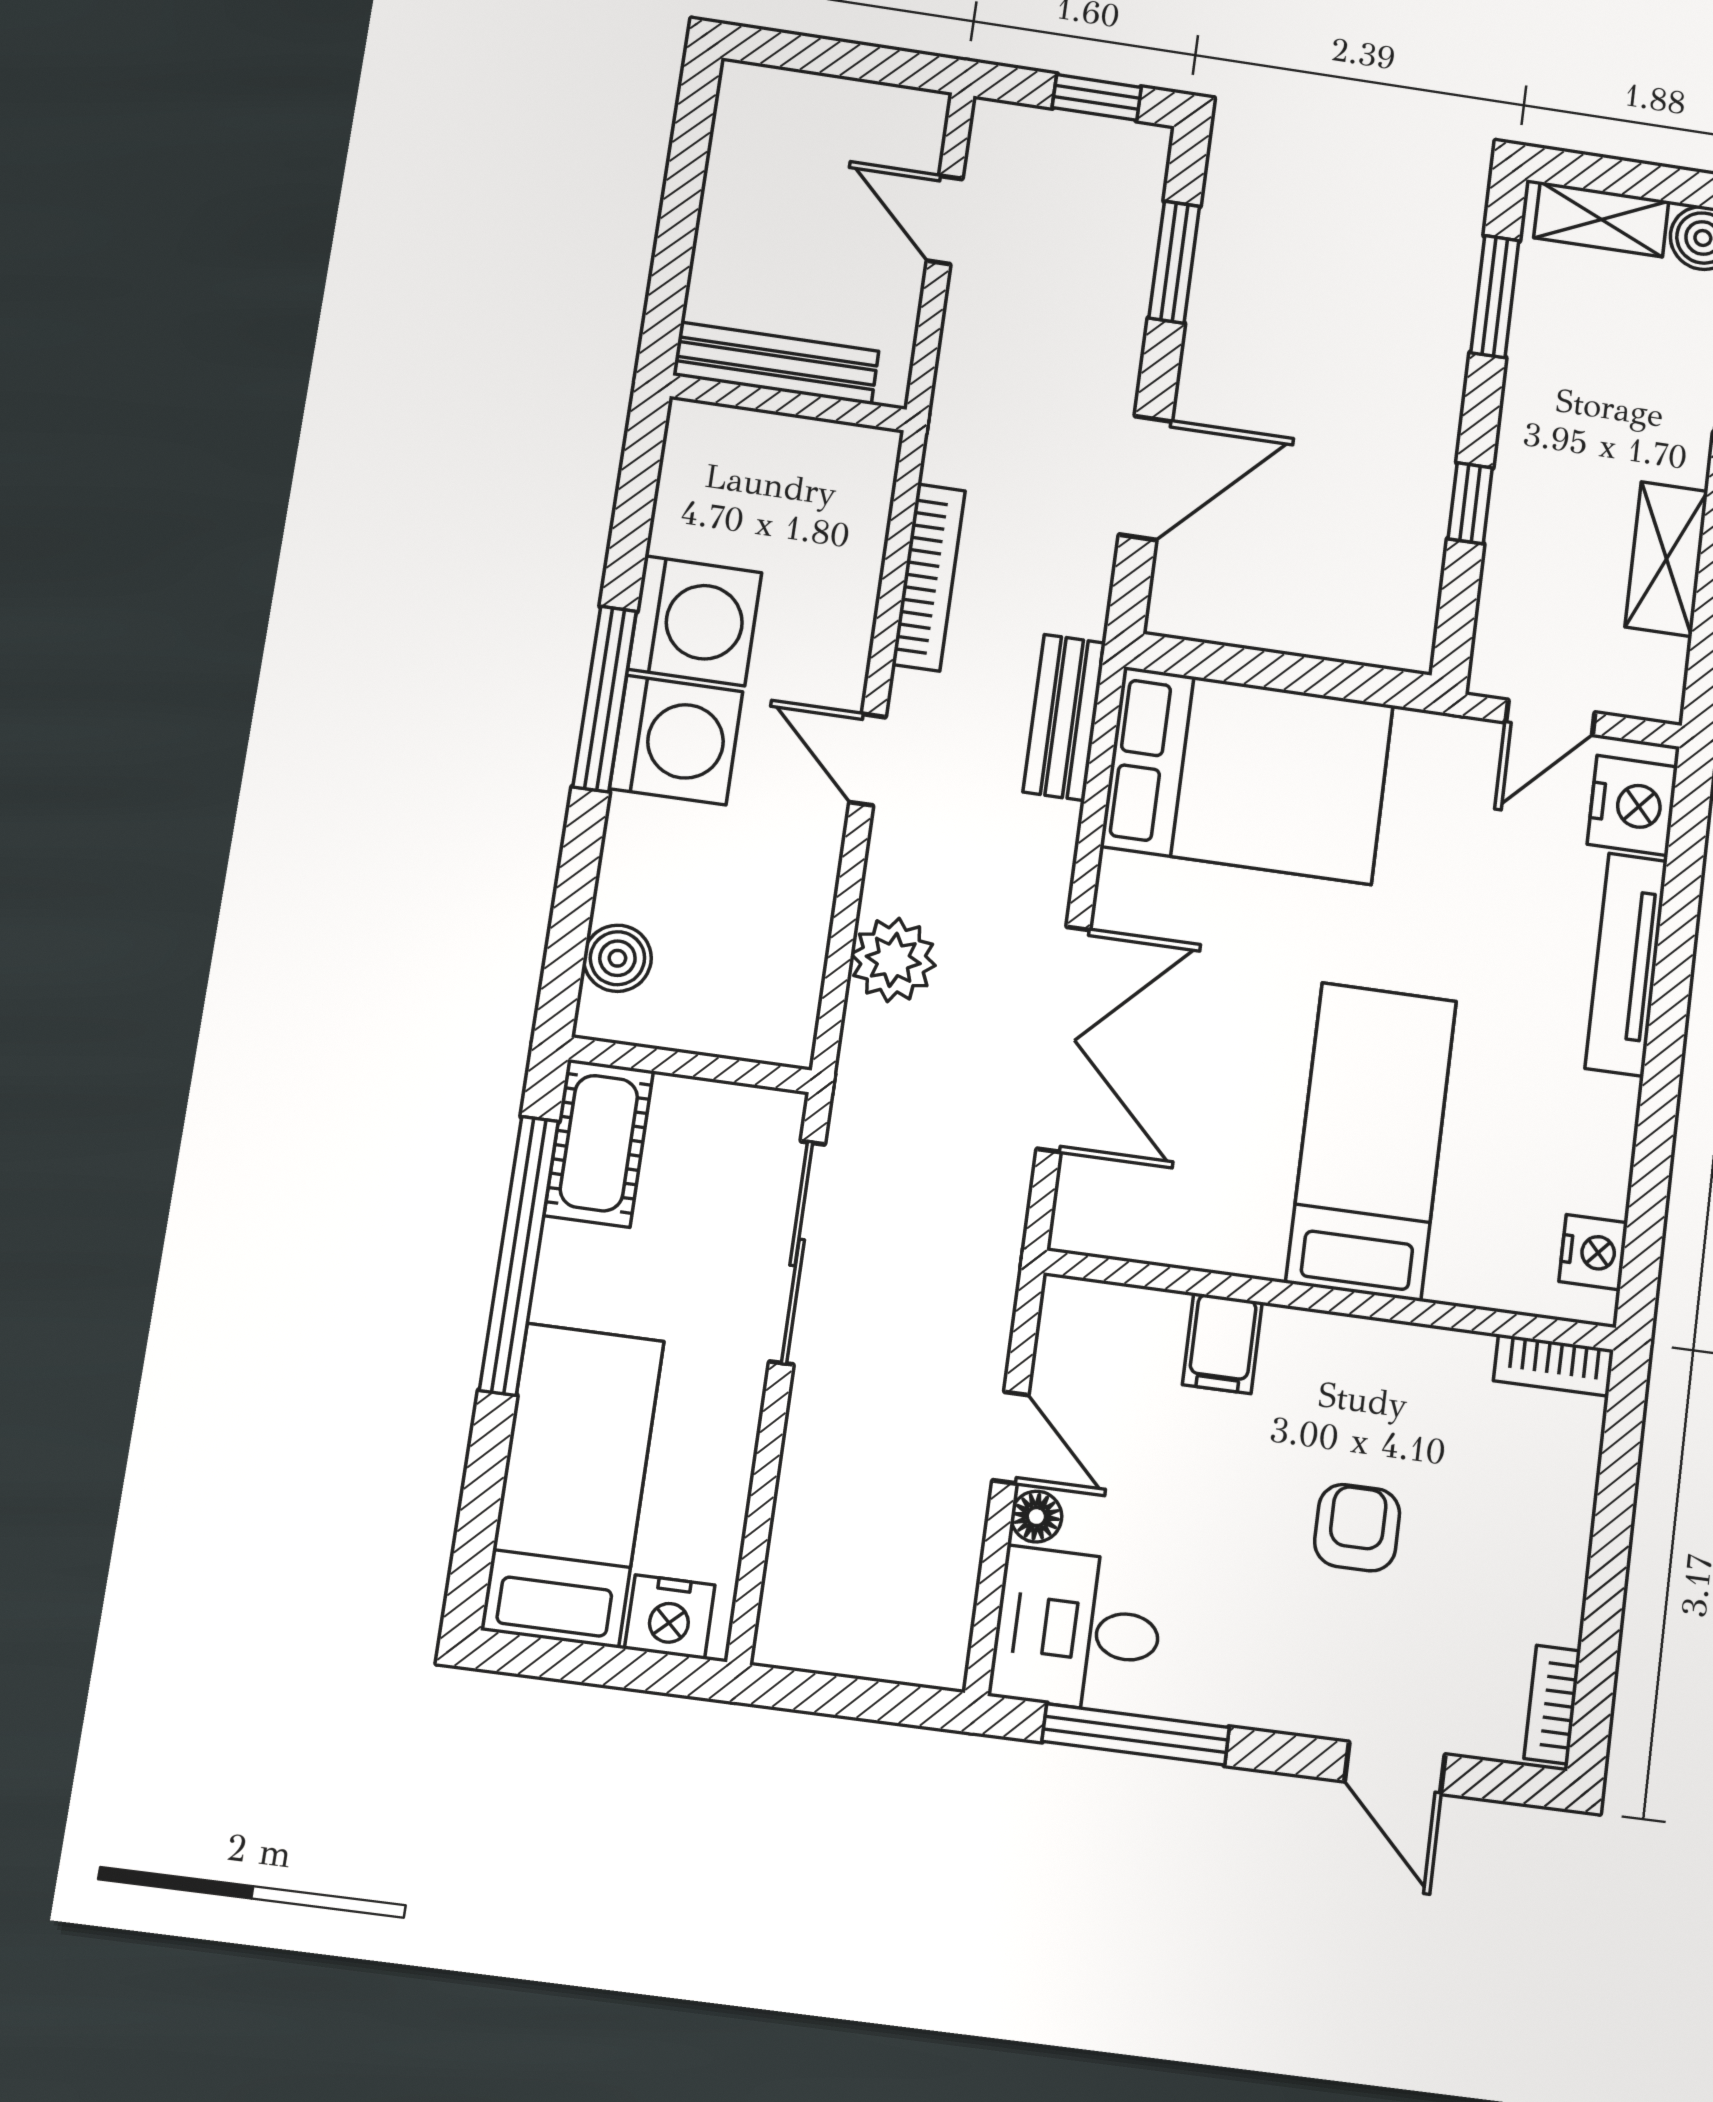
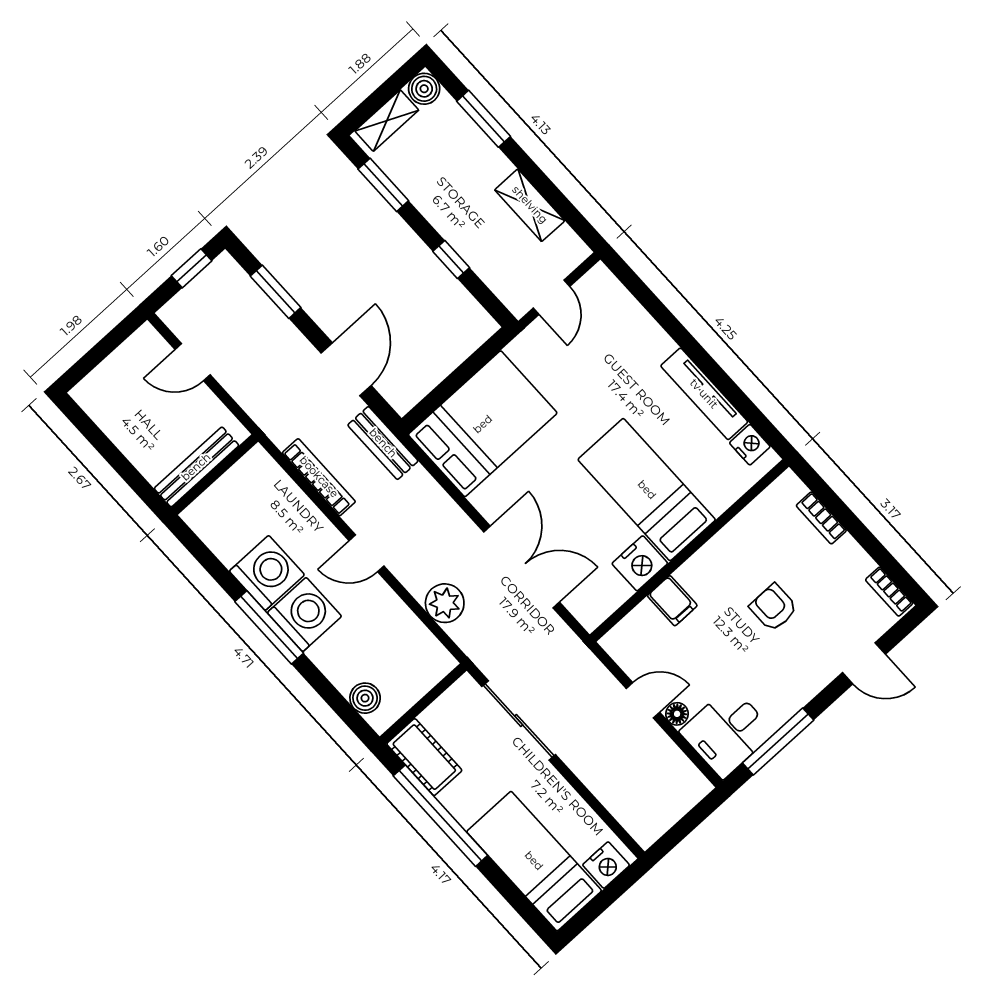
bench: (1064, 717) -> (383, 443), moved
nightstand: (1632, 805) -> (640, 563), moved, turned 90
tv unit: (1626, 965) -> (704, 394), moved
bookcase: (1554, 1365) -> (821, 518), moved, turned 90

